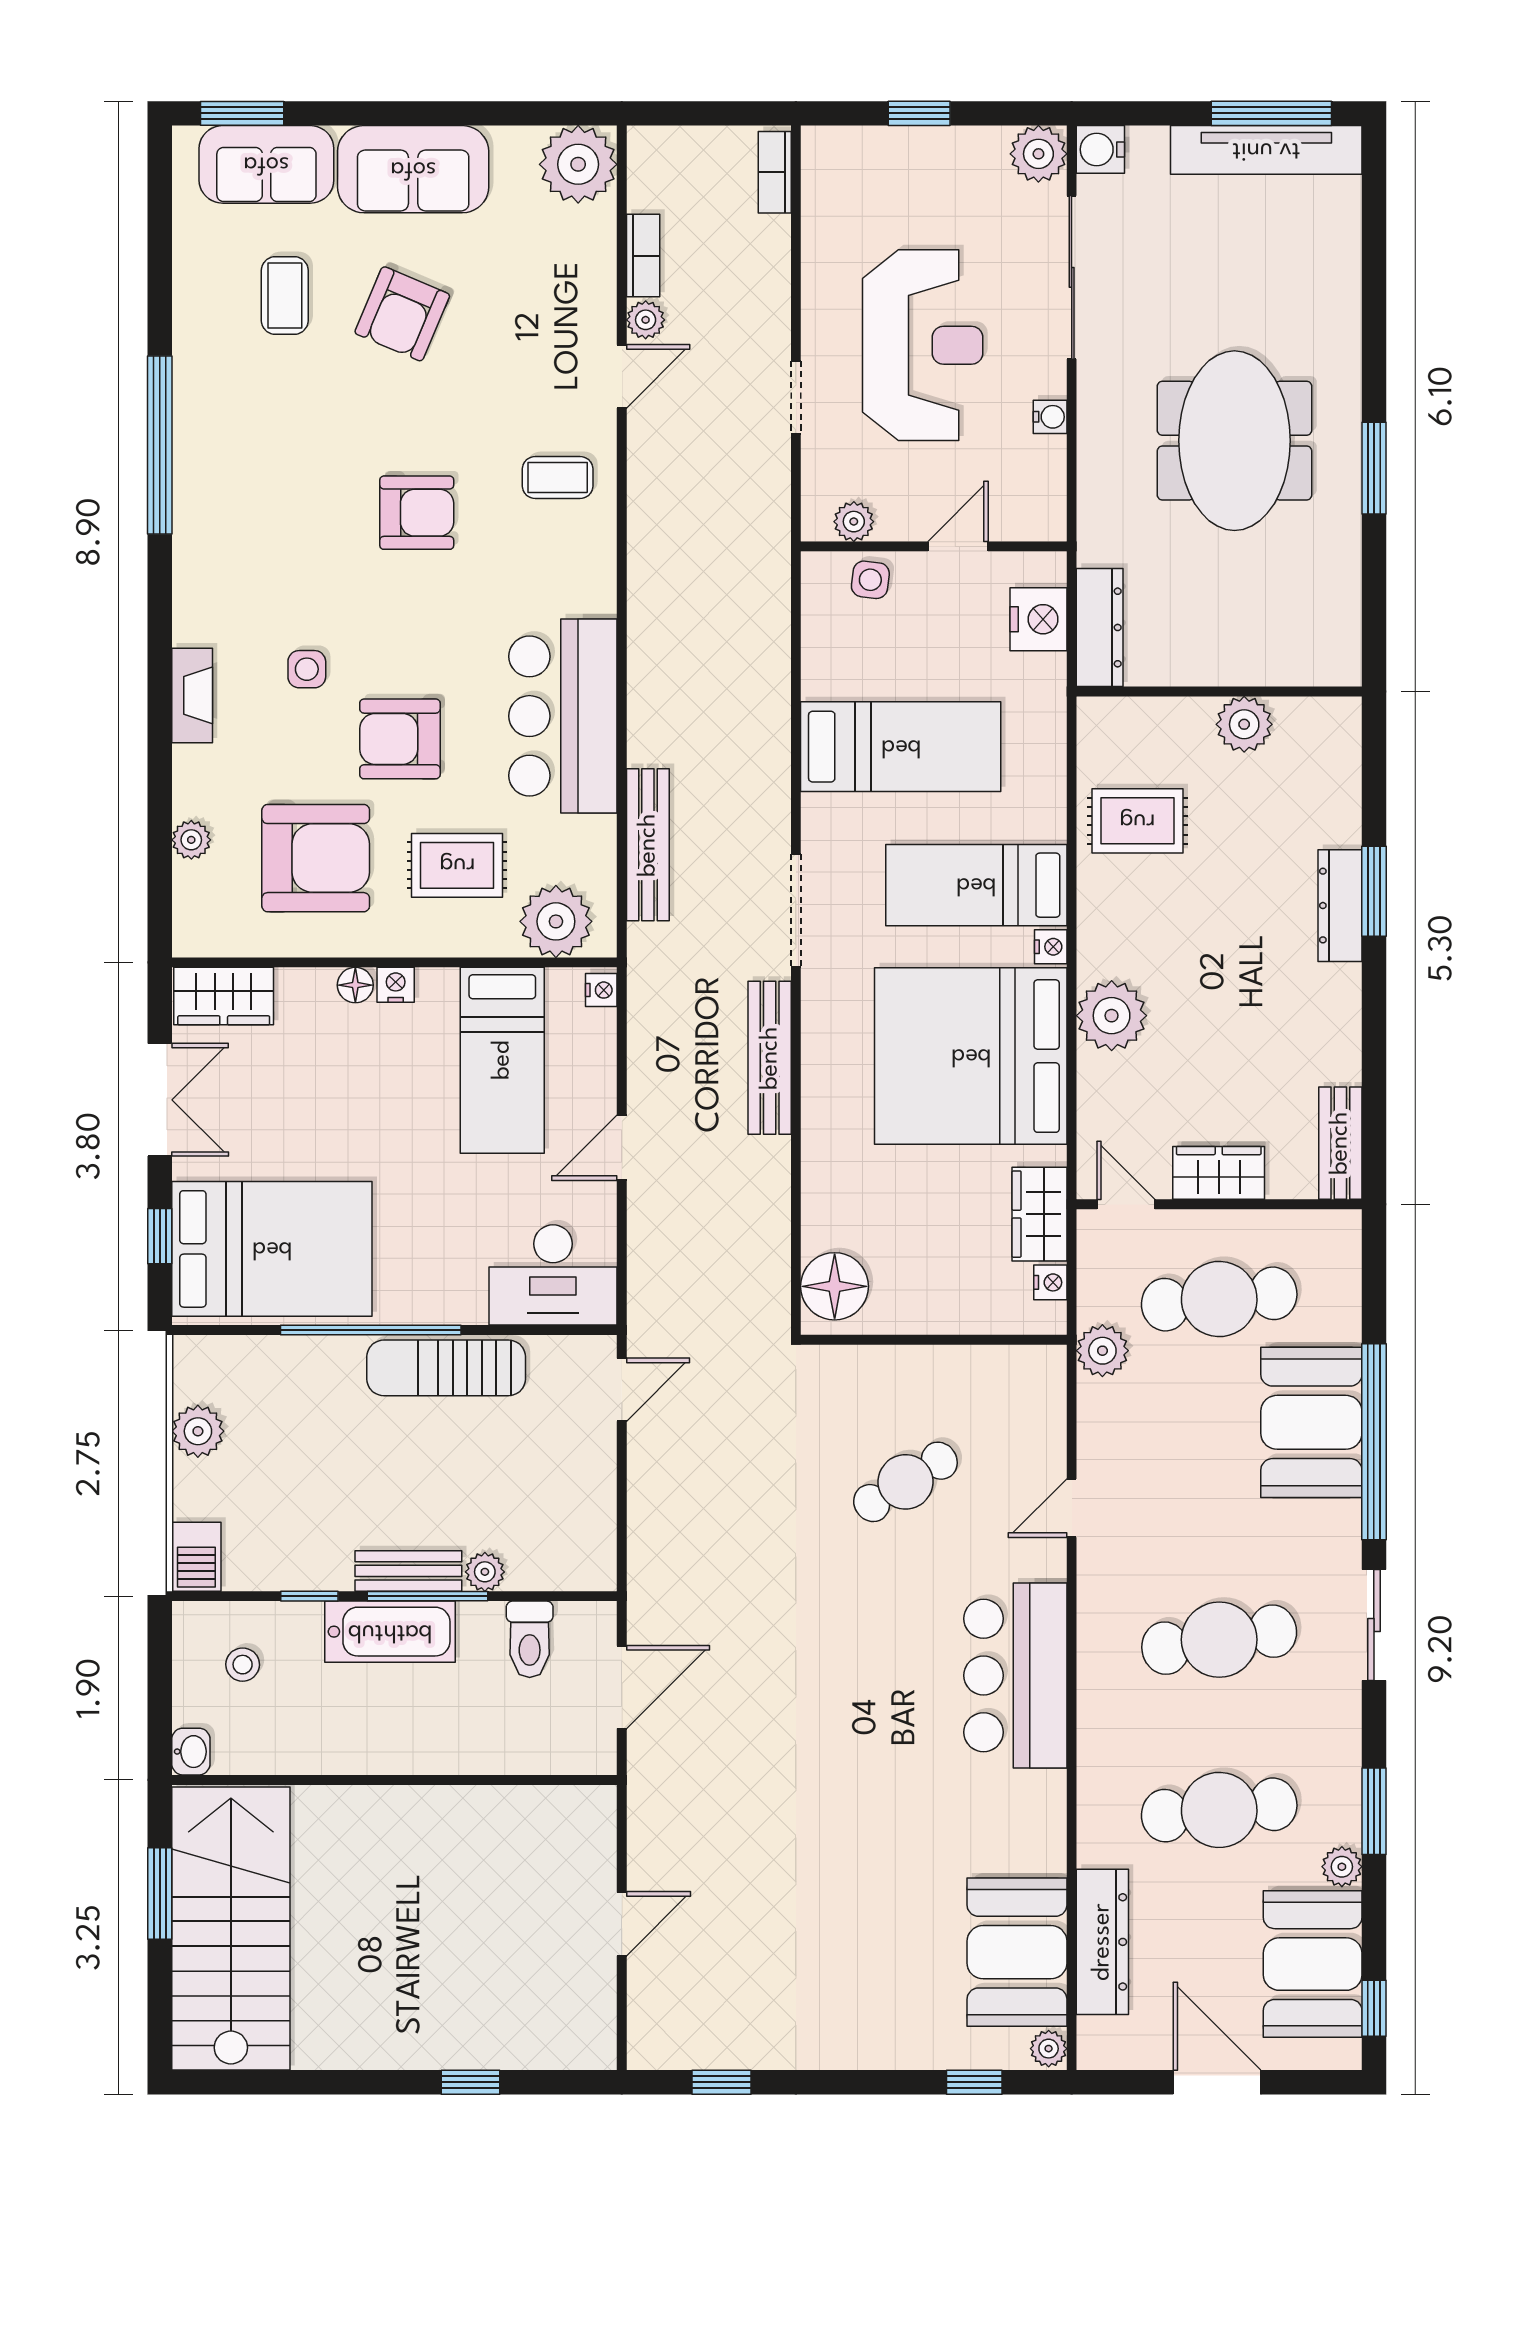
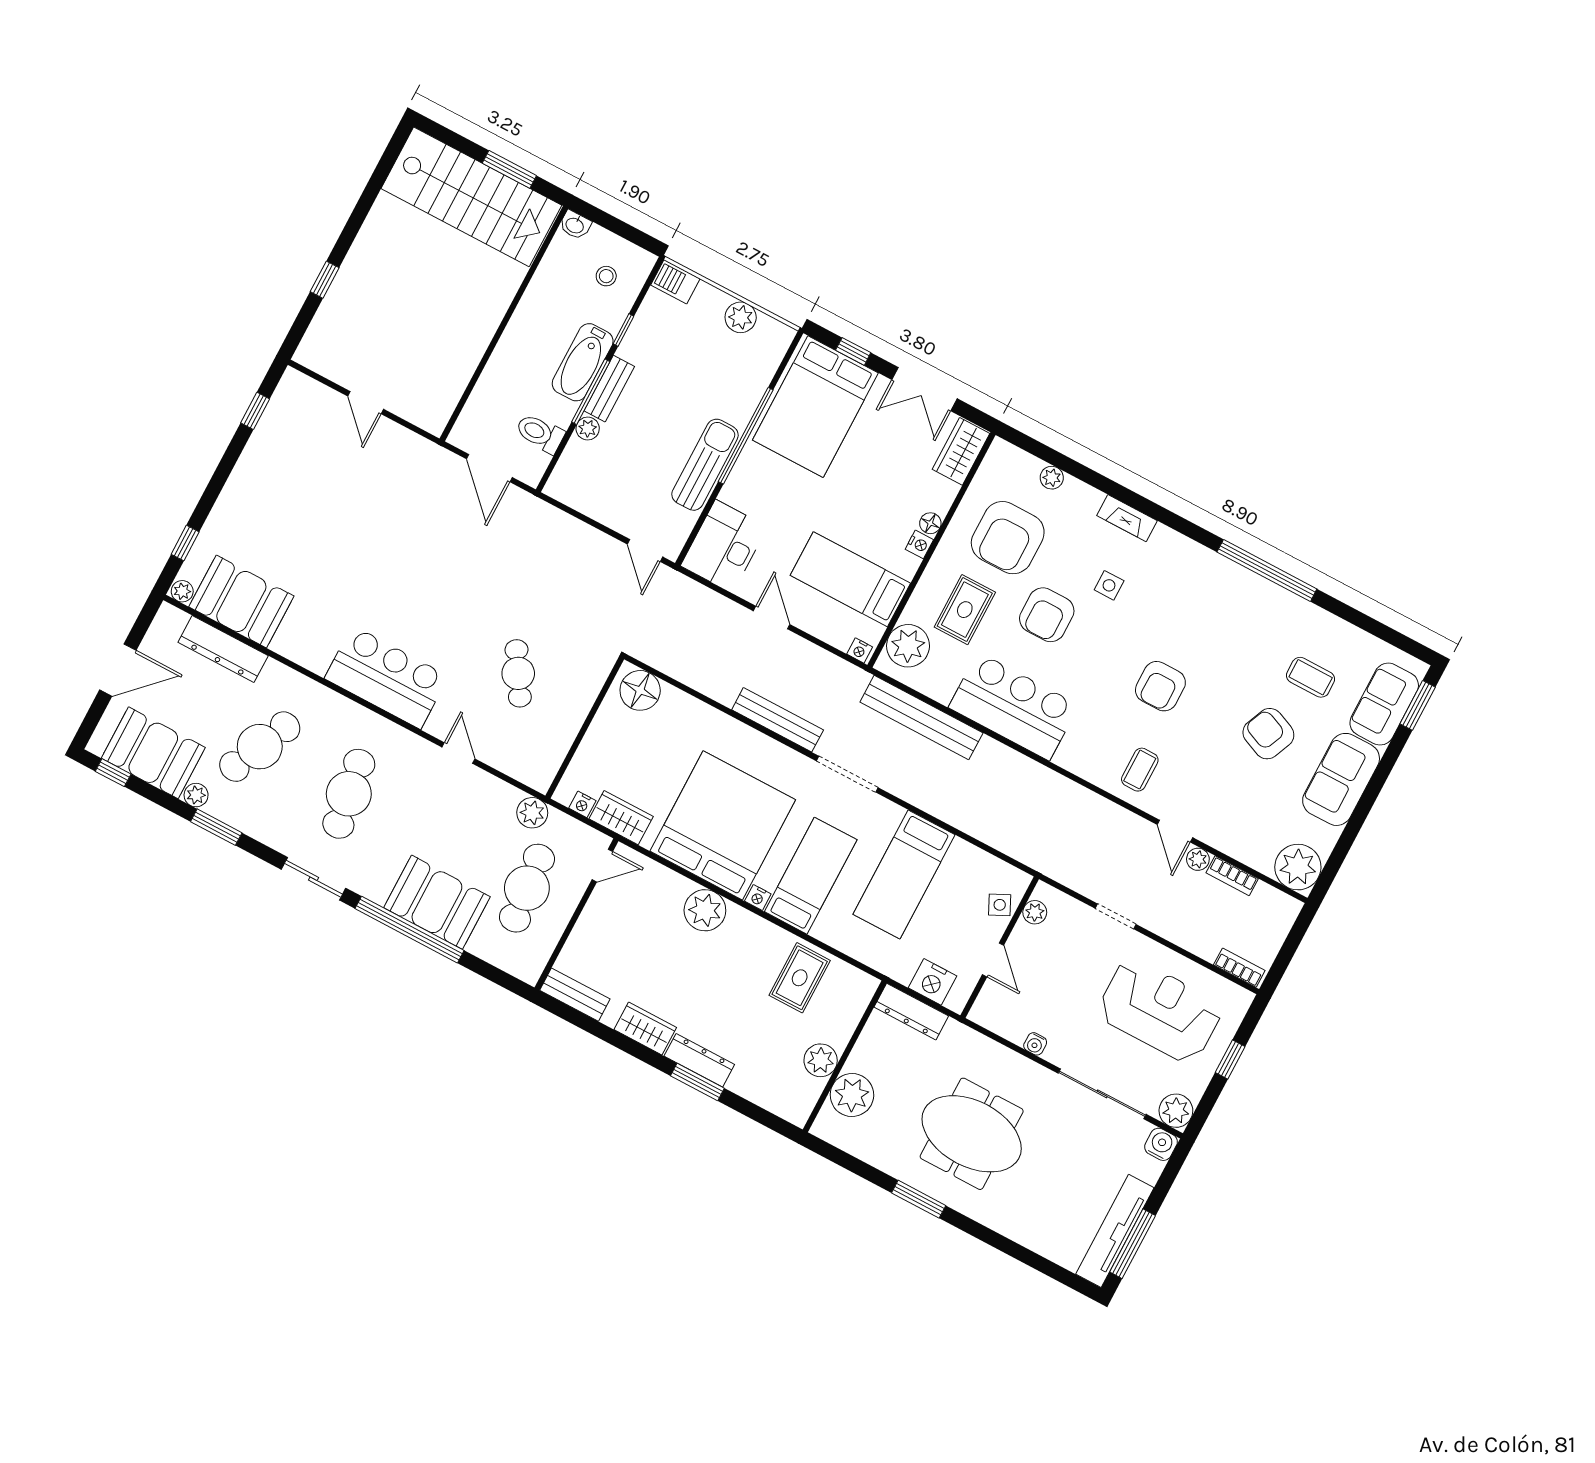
reception desk: (923, 345) -> (1160, 1011), moved, turned 180
side table: (870, 580) -> (1000, 905), turned -33
plant: (1271, 650) -> (852, 1095), added
armchair: (400, 739) -> (1047, 615), turned 180
bench: (648, 845) -> (921, 718), width x1.37, depth x1.21
wardrobe: (1219, 1173) -> (645, 1029), moved, turned -90
cafe table: (1219, 1810) -> (260, 747), turned 30

